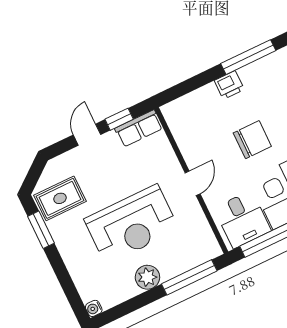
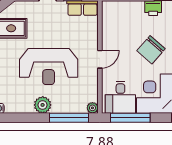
chair: (252, 140) -> (151, 50), turned 131
plant: (213, 250) -> (92, 108), added

